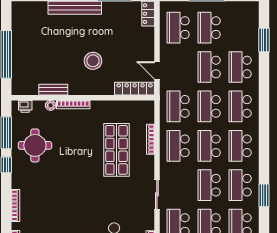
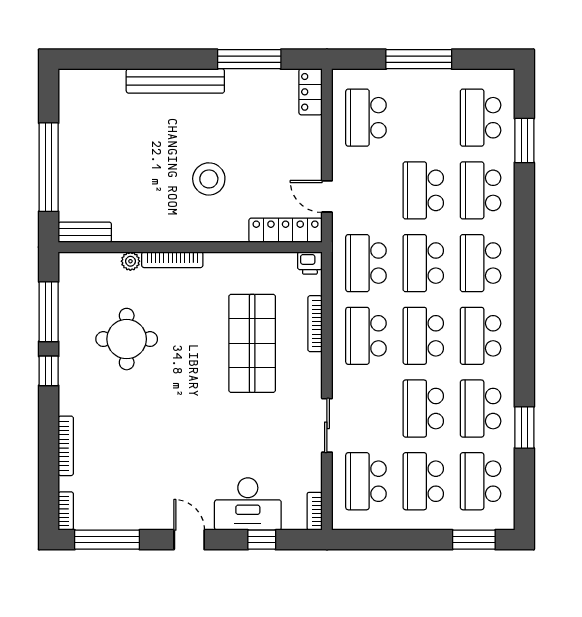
school desk: (209, 28) -> (481, 118), moved
bench: (53, 90) -> (85, 232), moved
printer: (25, 106) -> (310, 263), moved
round table: (35, 145) -> (127, 339), moved

